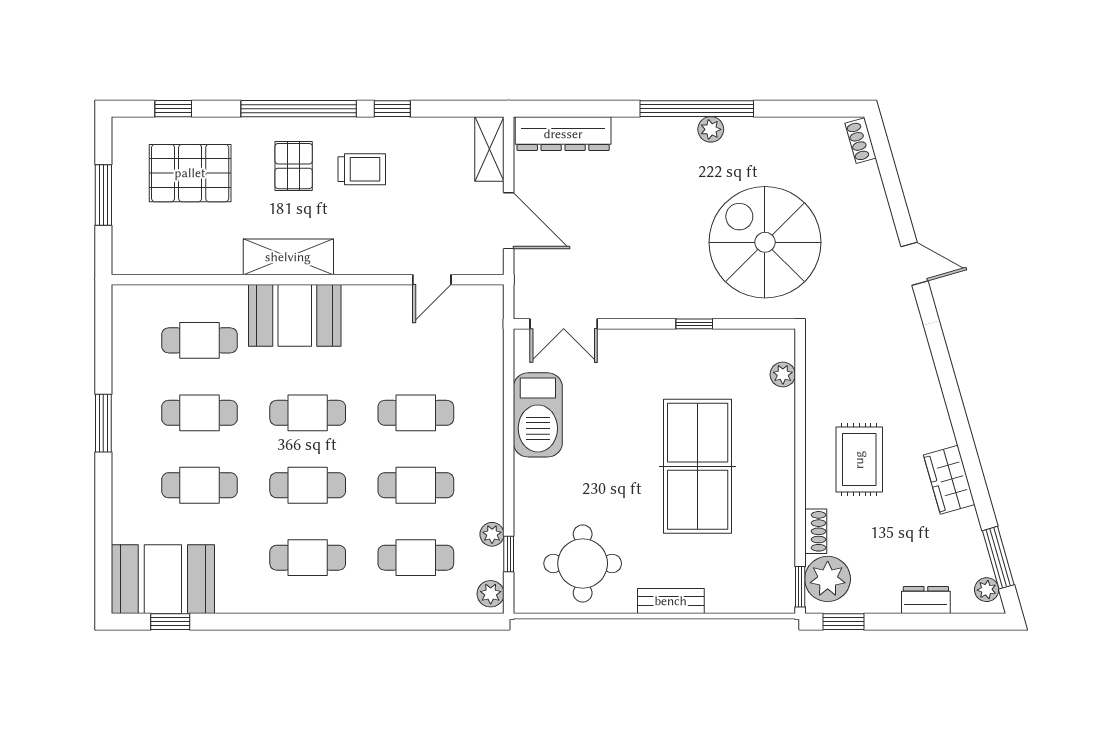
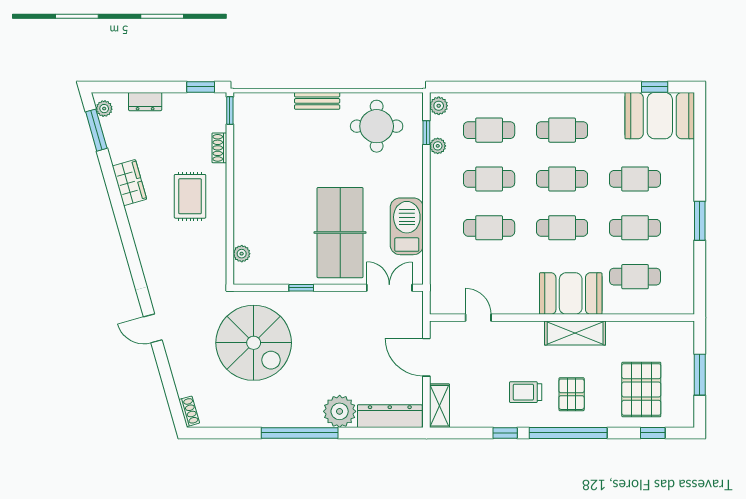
plant: (711, 129) -> (340, 411), moved, width x1.88, depth x1.88
pallet: (190, 173) -> (641, 389), turned 90
door: (432, 280) -> (478, 318), hinge flipped
table tennis table: (698, 466) -> (340, 233), moved
plant: (828, 579) -> (211, 116), removed

